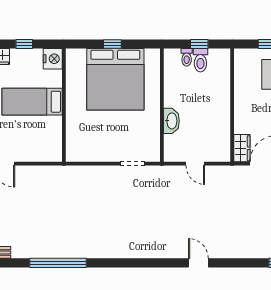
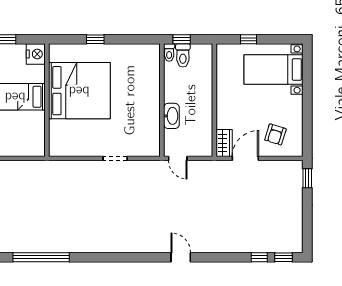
bed: (115, 79) -> (79, 91), moved, turned -90
wall: (162, 105) -> (162, 100), moved
washbasin: (171, 121) -> (171, 116), moved

